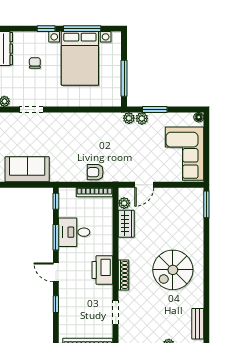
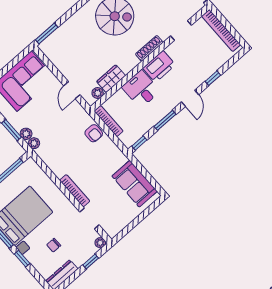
bookcase: (63, 117) -> (75, 191), added
door: (144, 185) -> (72, 90), swing flipped
desk: (74, 232) -> (141, 89), moved, turned 180

